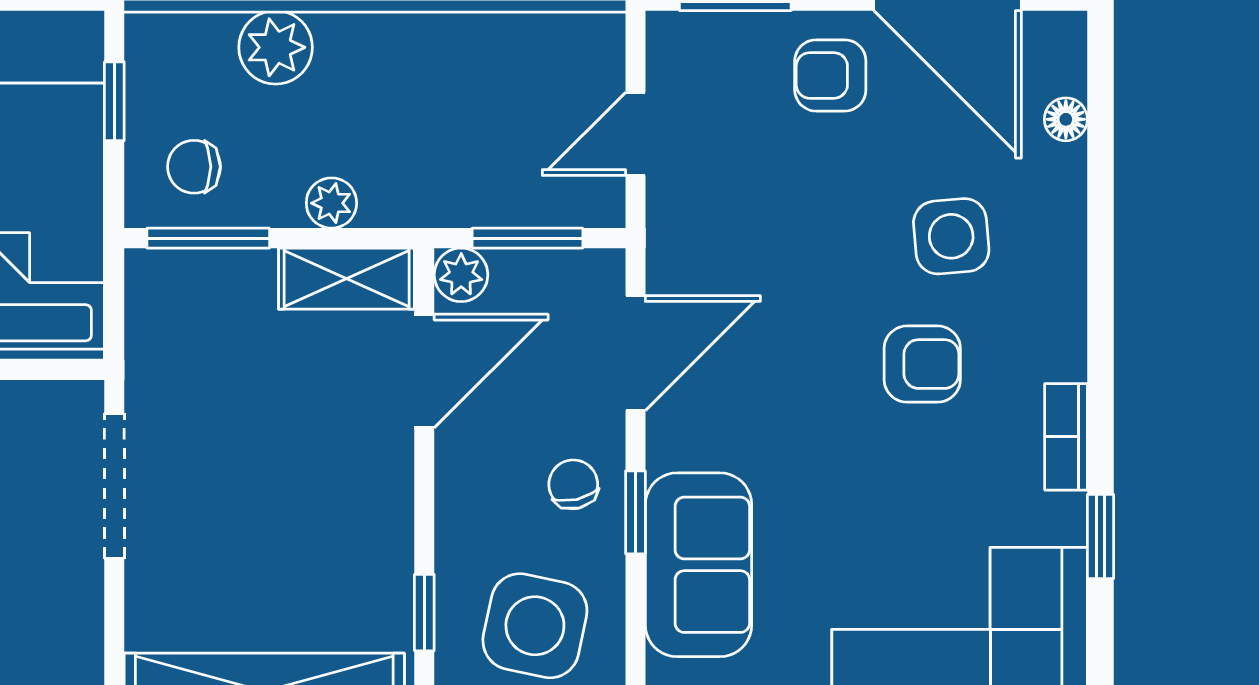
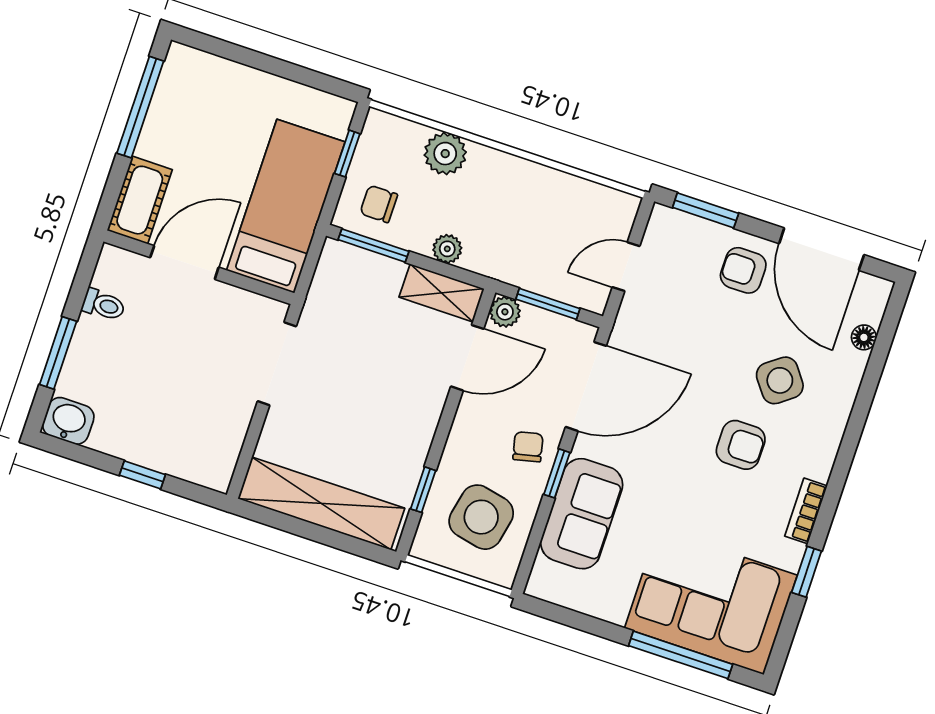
side table: (951, 236) -> (780, 380), turned -32
door: (635, 353) -> (586, 386), width x1.36

